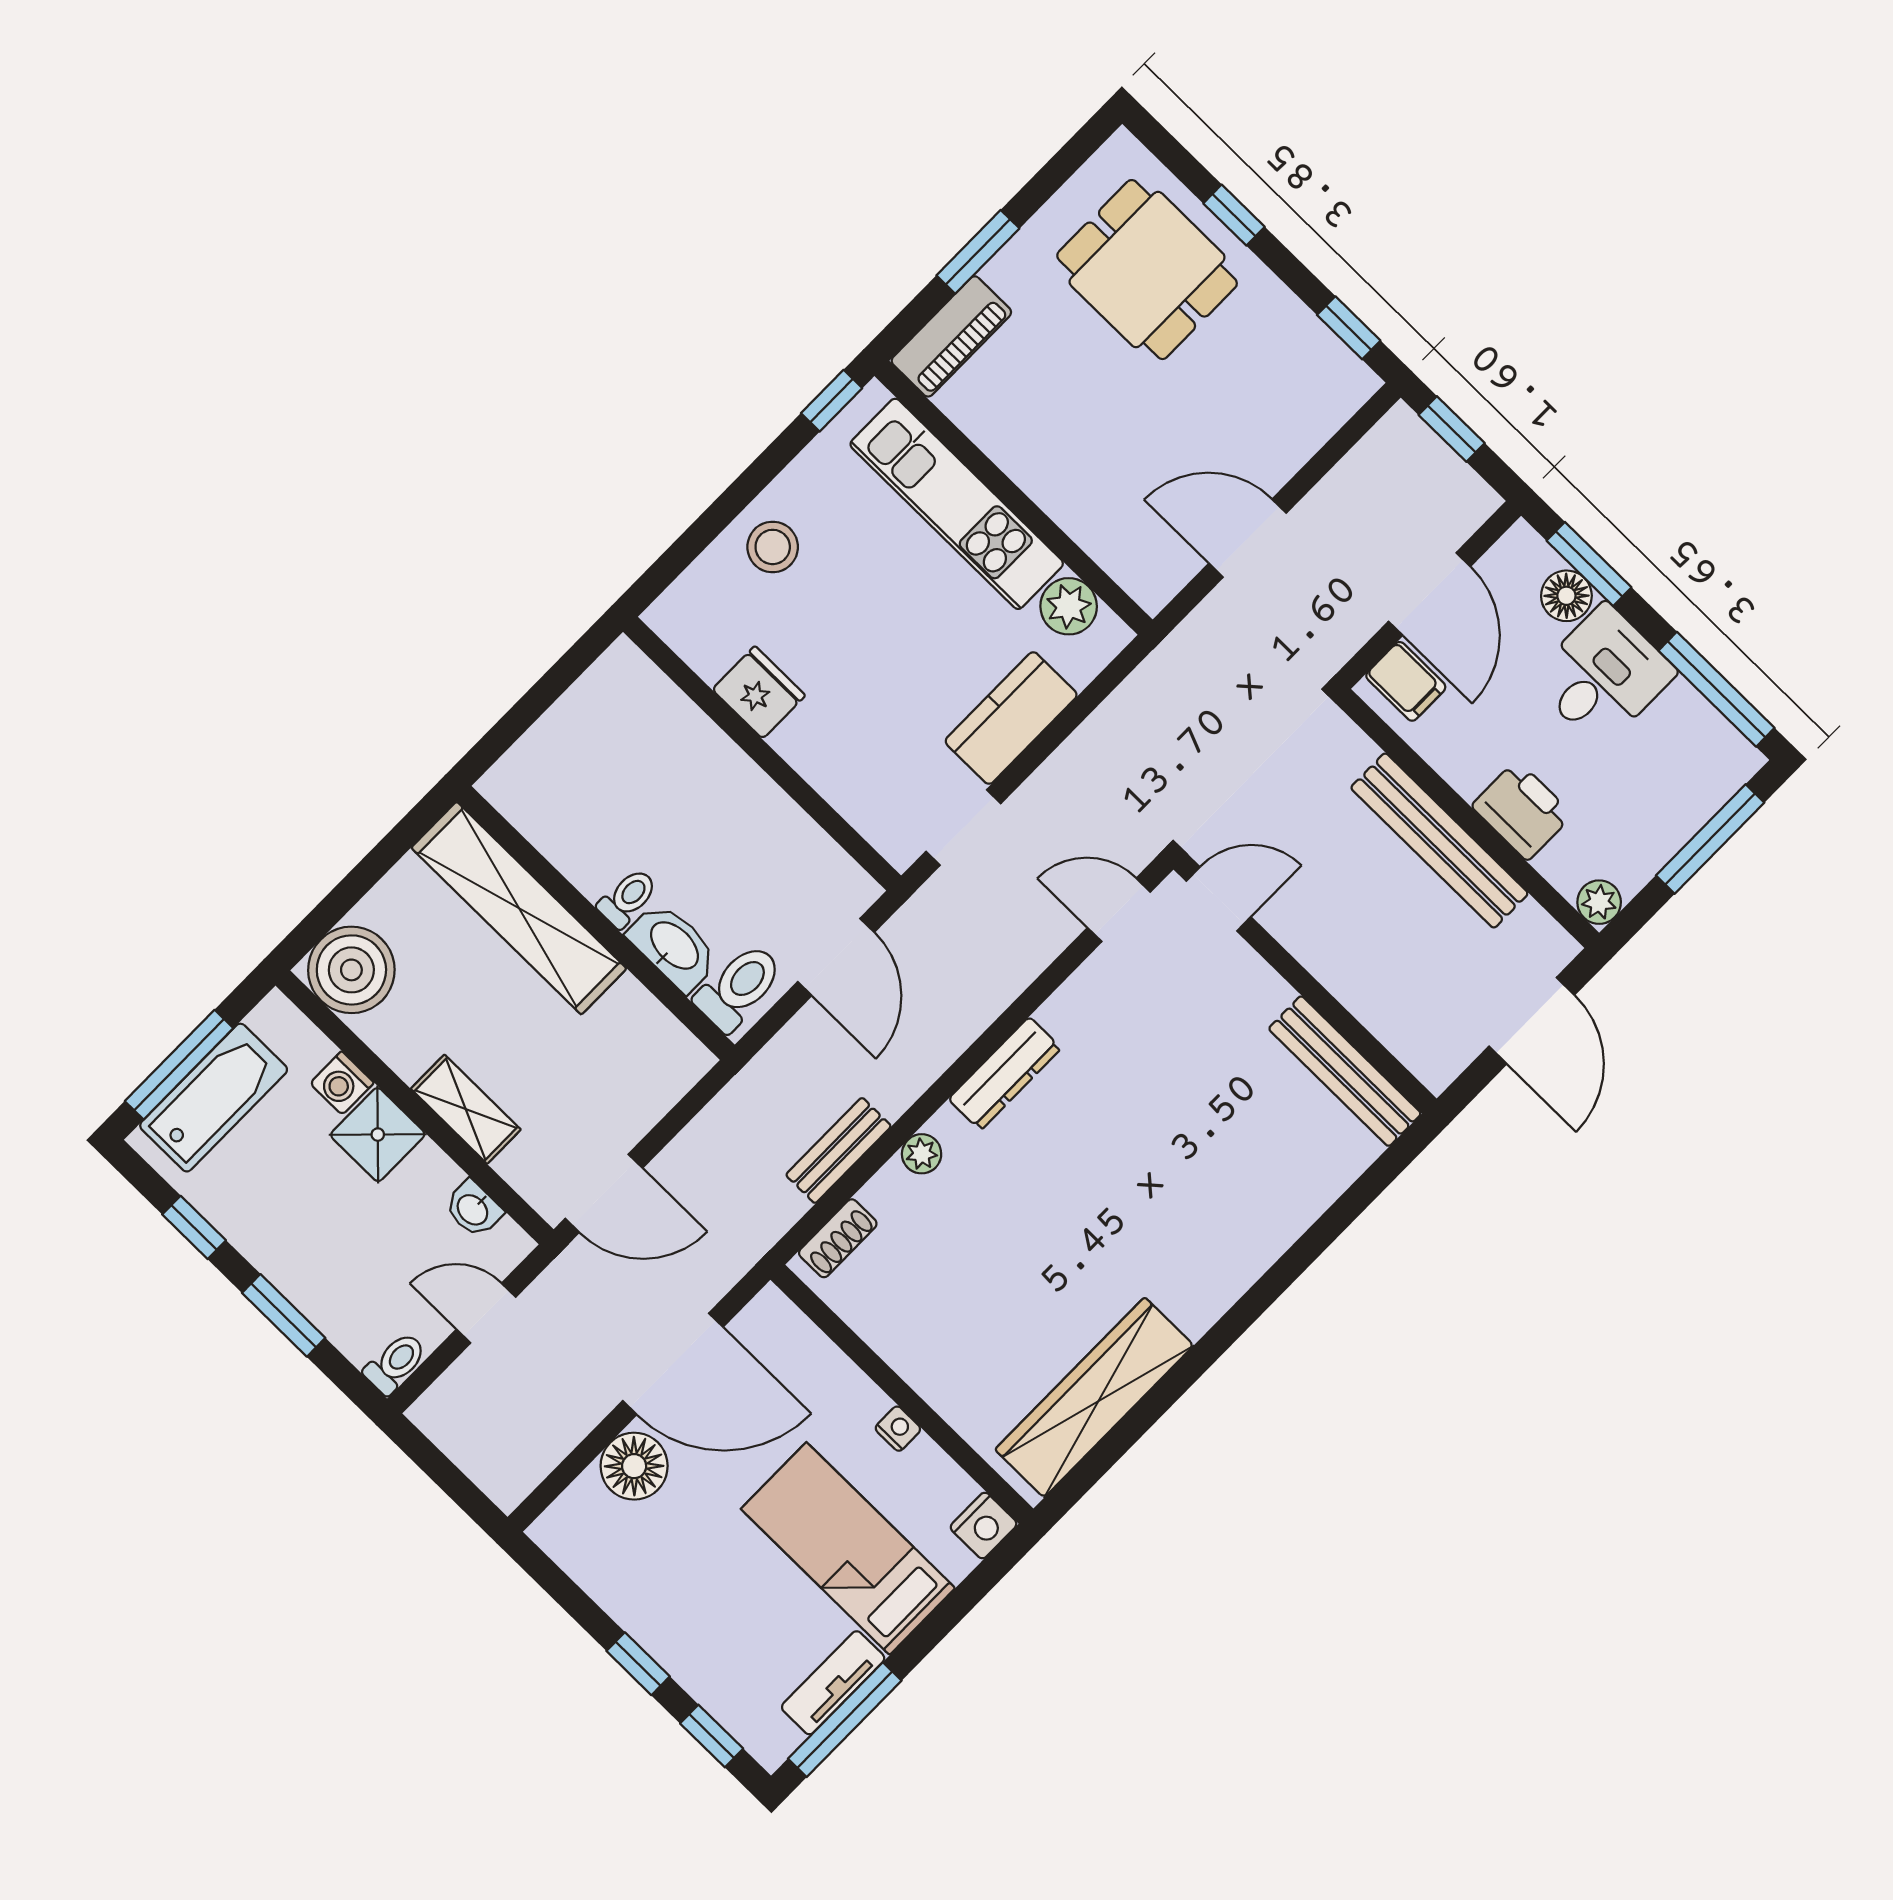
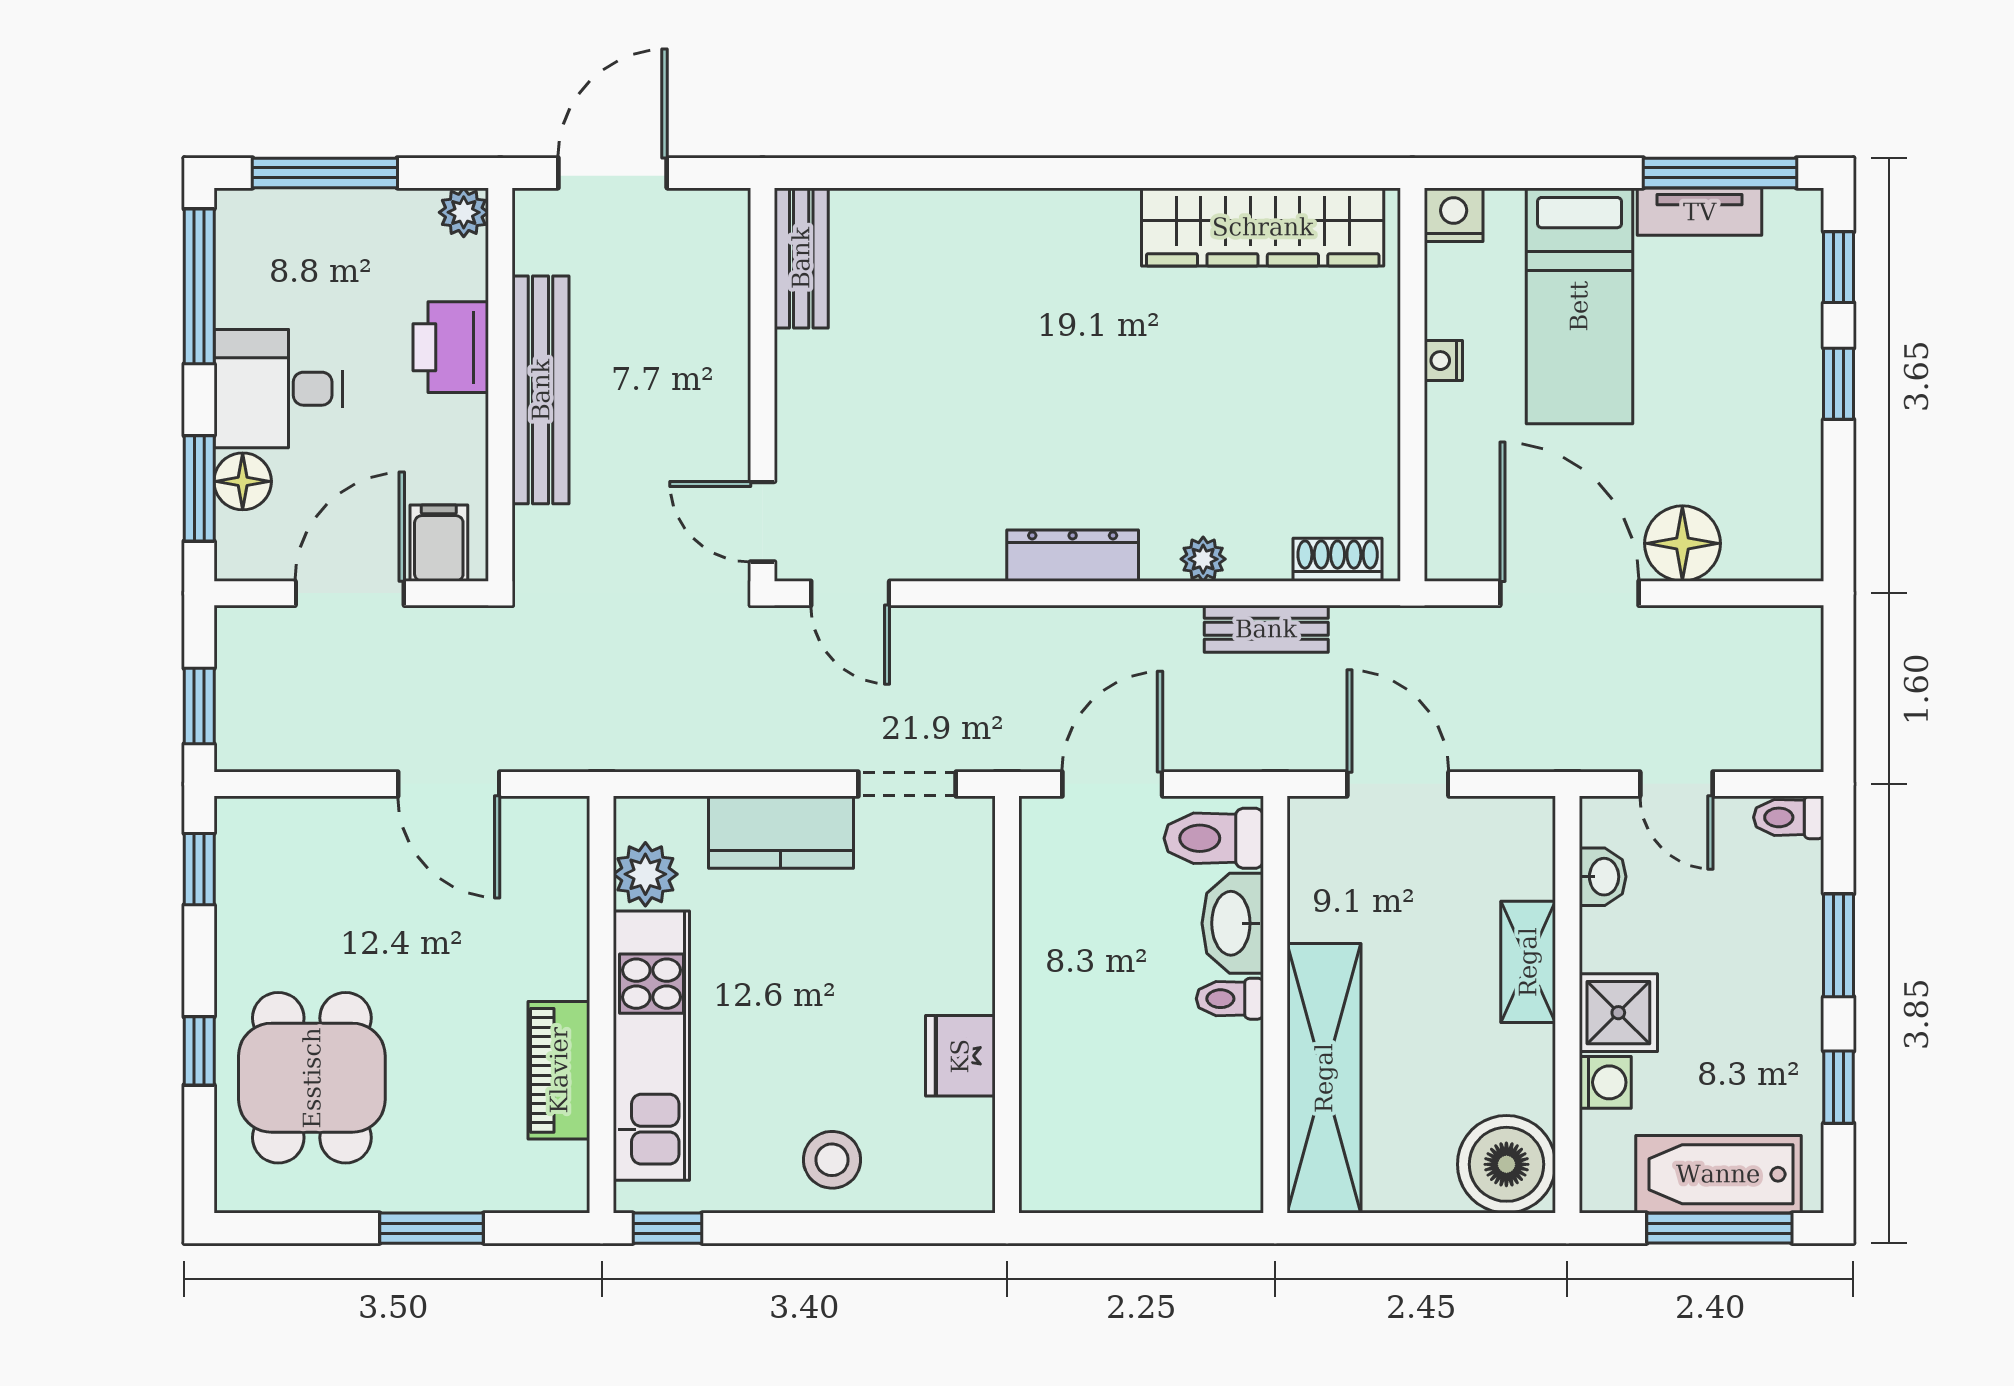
piano: (951, 336) -> (559, 1070), moved, turned -90
bench: (1345, 1071) -> (801, 258), width x0.73
door: (604, 1193) -> (1398, 784), moved

